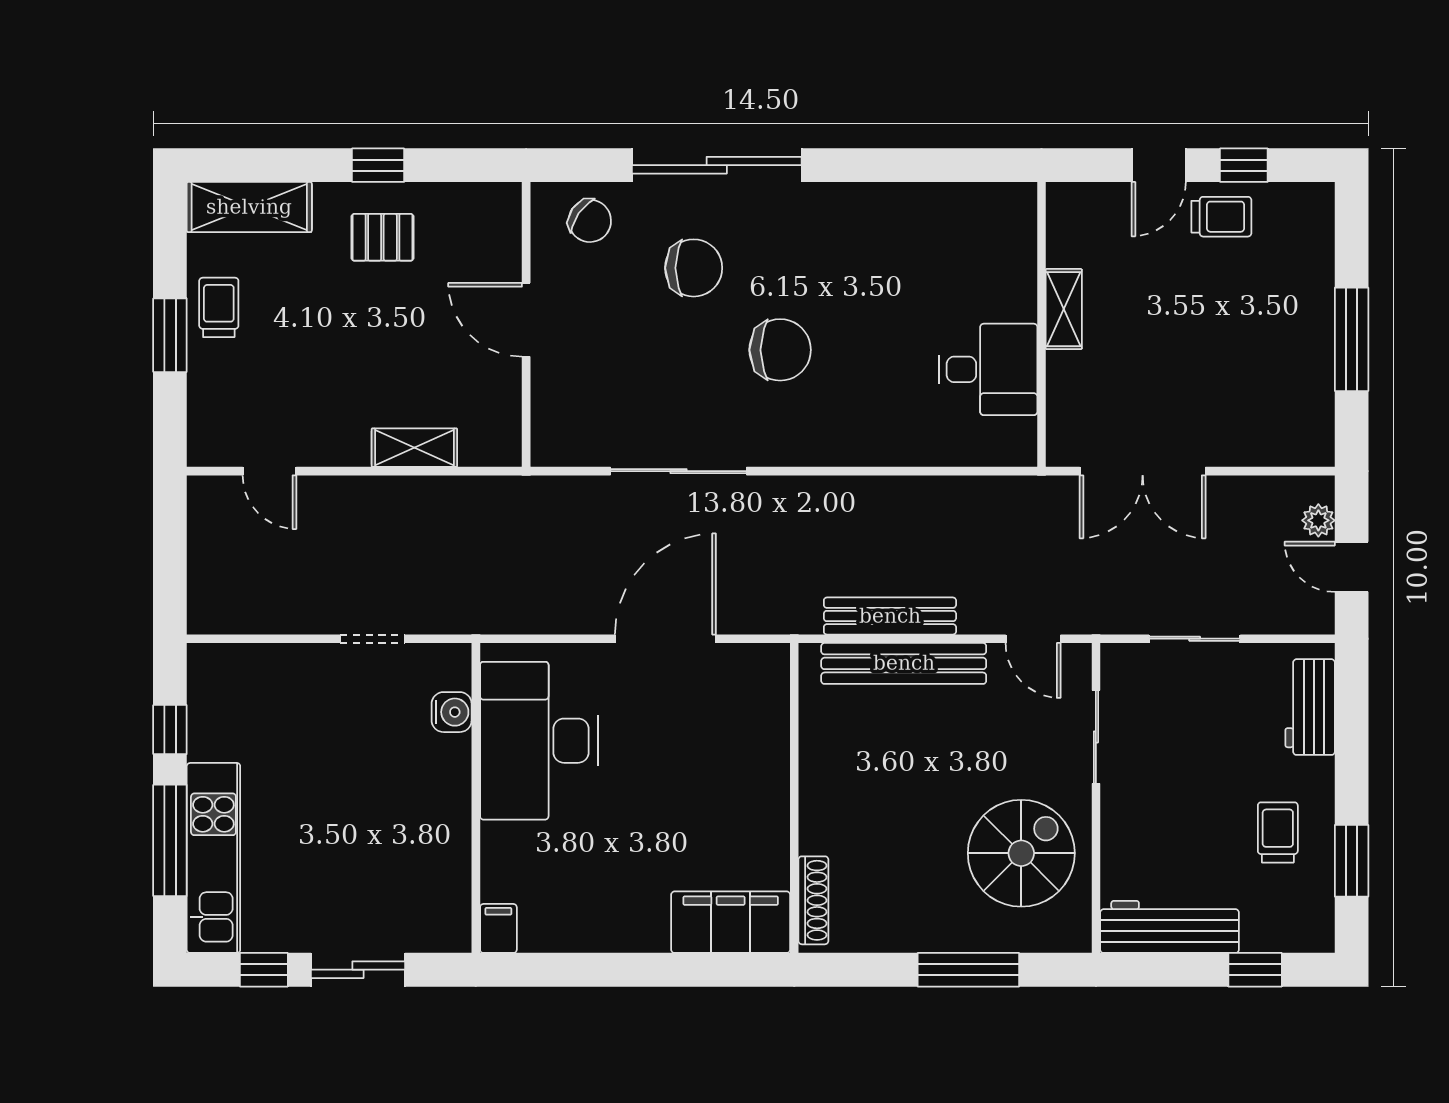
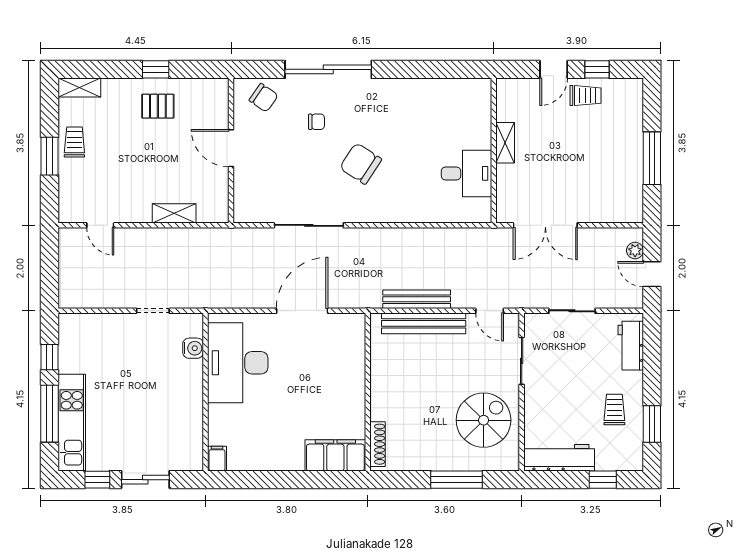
shelving: (249, 207) -> (79, 88), width x0.67, depth x0.75
chair: (694, 268) -> (316, 122), width x0.54, depth x0.54
chair: (780, 350) -> (361, 164), turned -147

